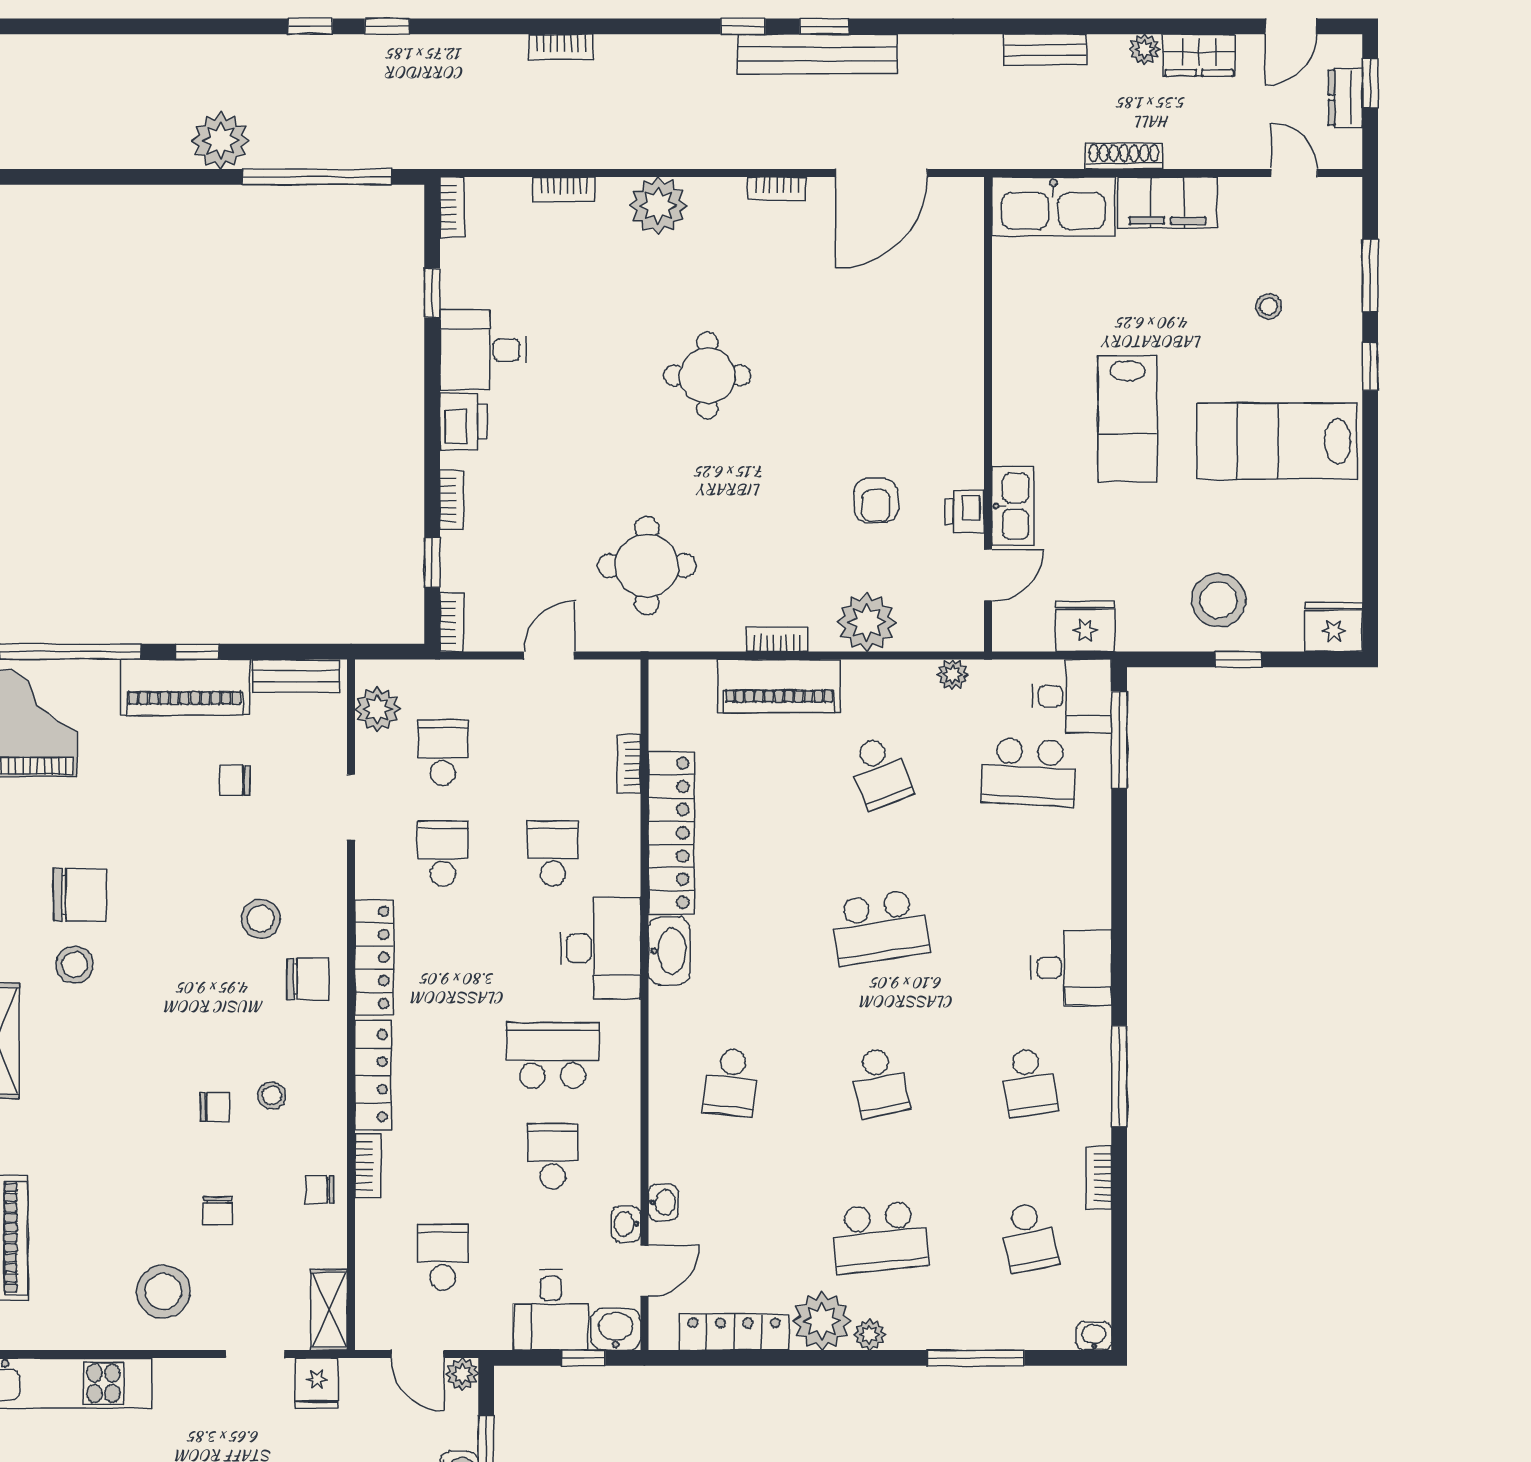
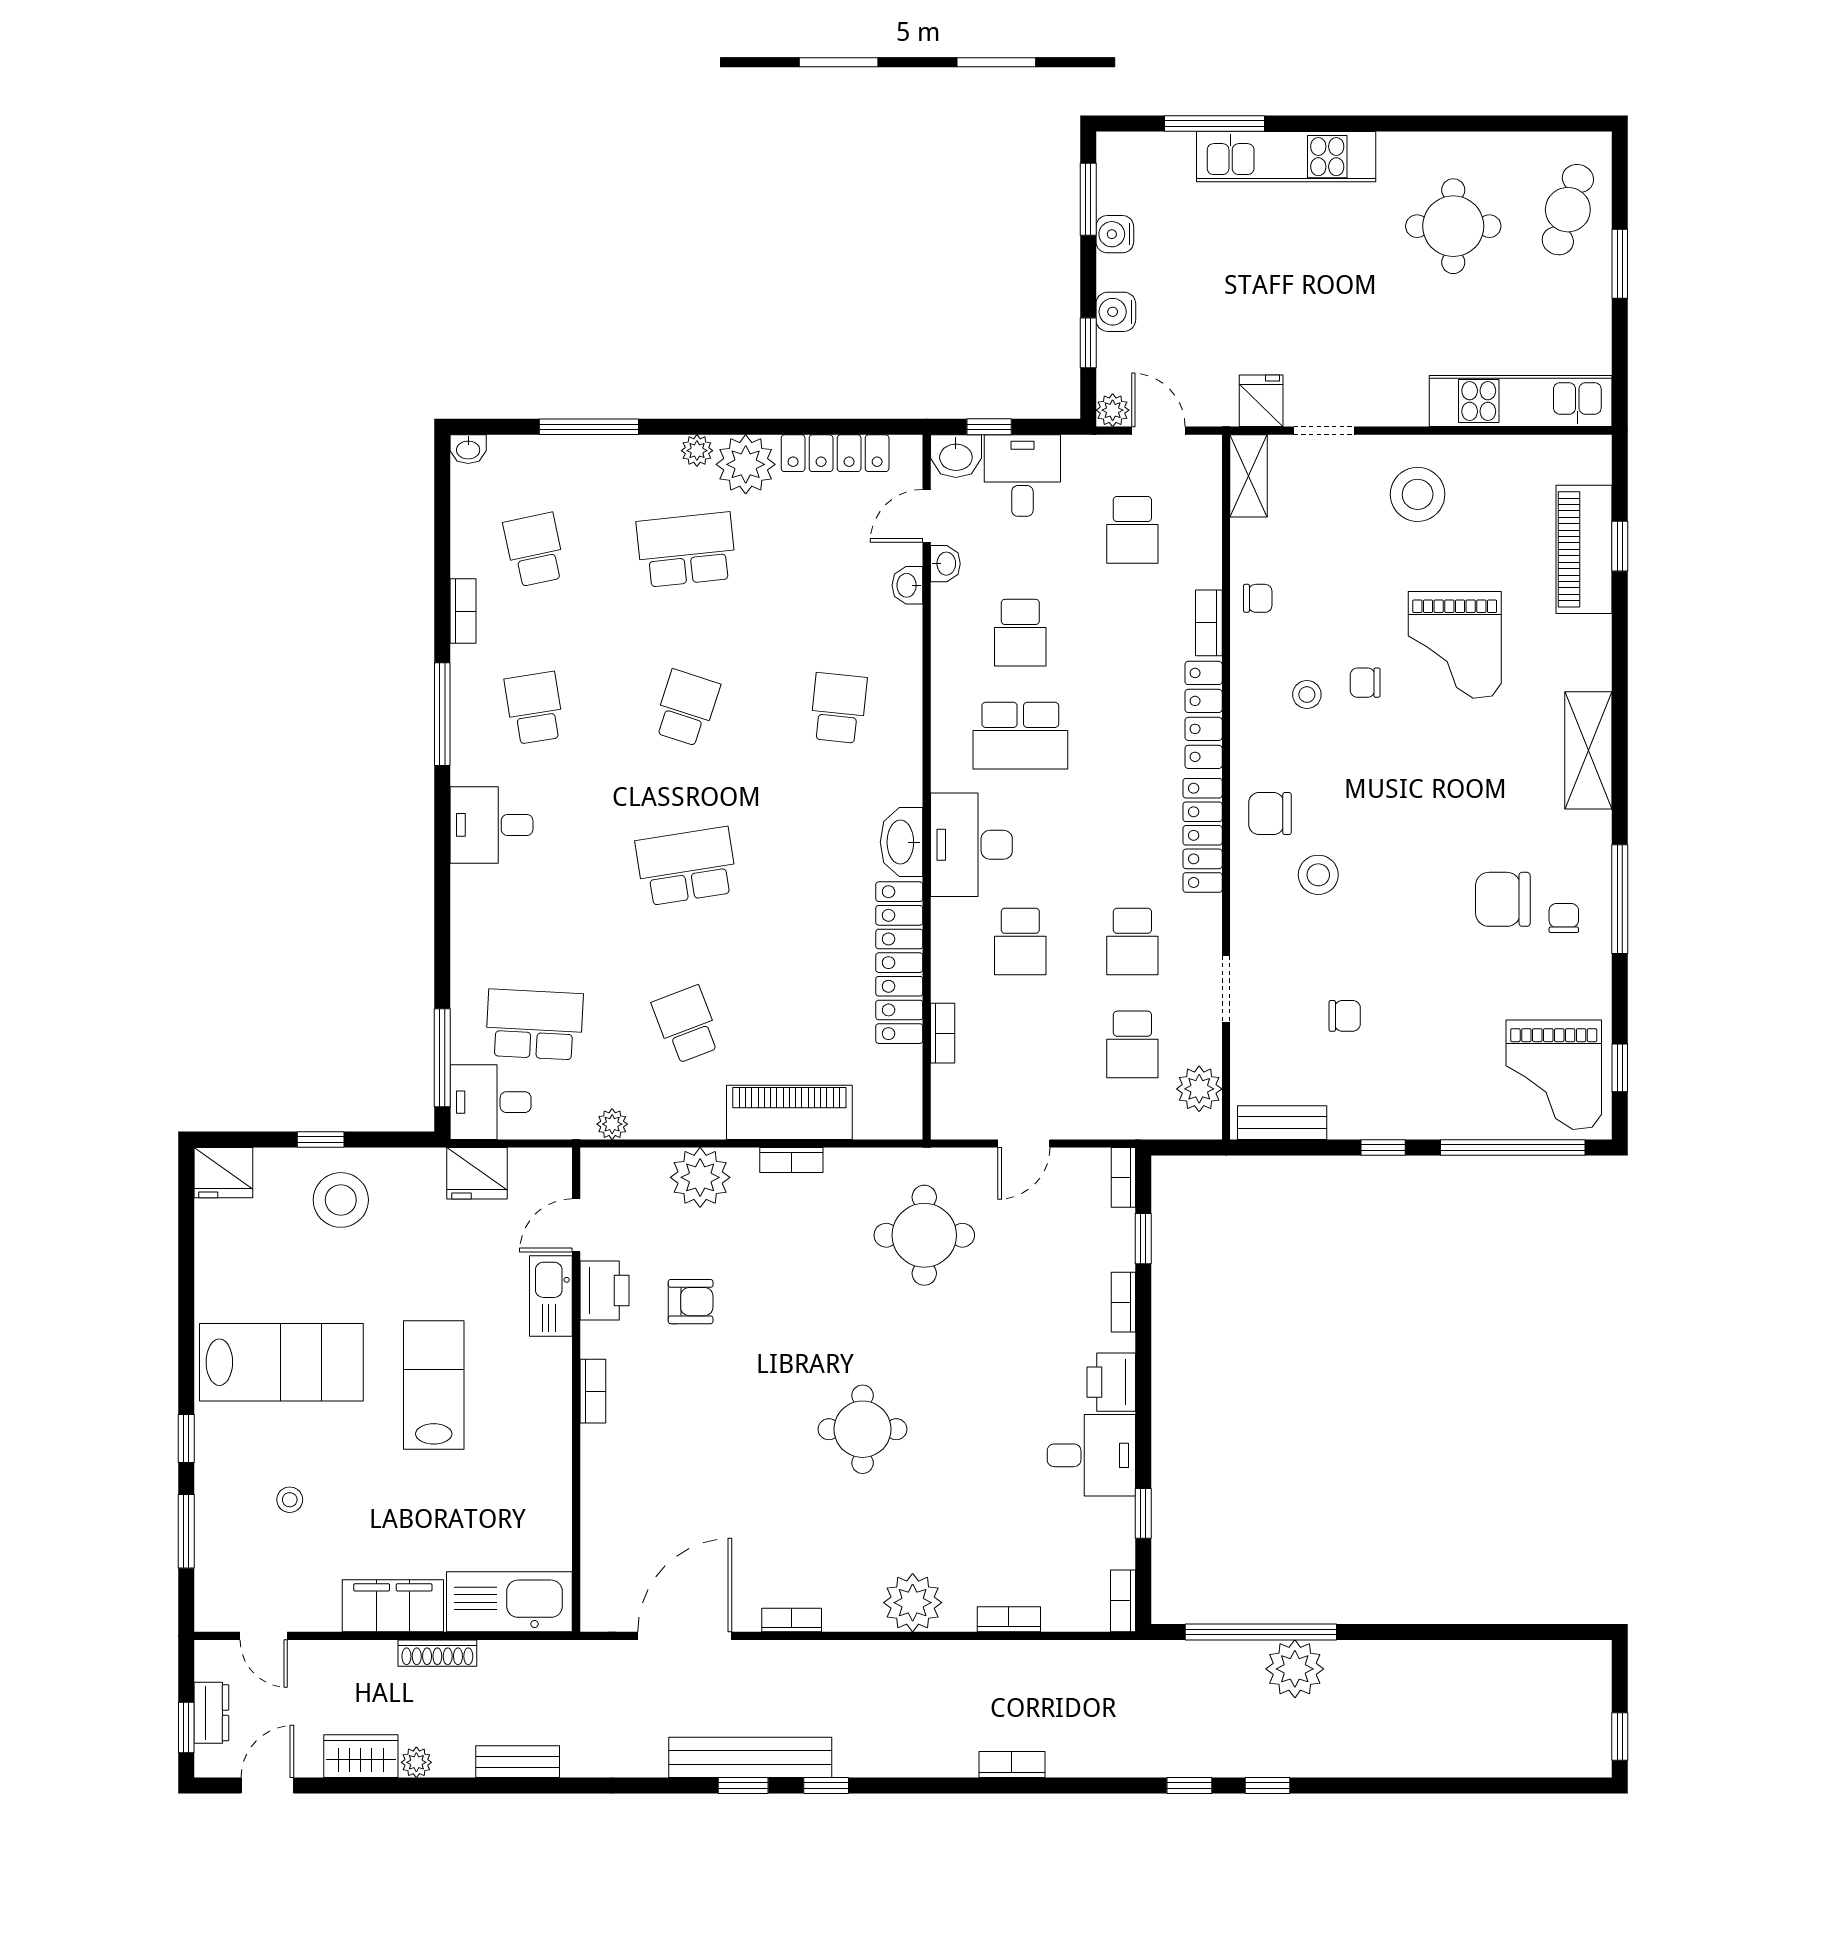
plant: (220, 141) -> (1295, 1669), moved
bookcase: (972, 413) -> (593, 1391), added
armchair: (876, 501) -> (691, 1302), turned 90
printer: (965, 511) -> (605, 1290), width x1.36, depth x1.24
piano: (185, 687) -> (1396, 1111), removed
stool: (75, 965) -> (1508, 828), removed
school desk: (880, 1082) -> (686, 708), turned 30
grand piano: (127, 1144) -> (1455, 645), added
chair: (217, 1211) -> (1564, 918), moved

